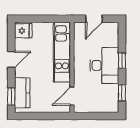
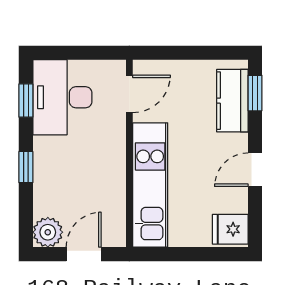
plant: (111, 29) -> (48, 232), added
desk: (104, 65) -> (62, 97), moved

